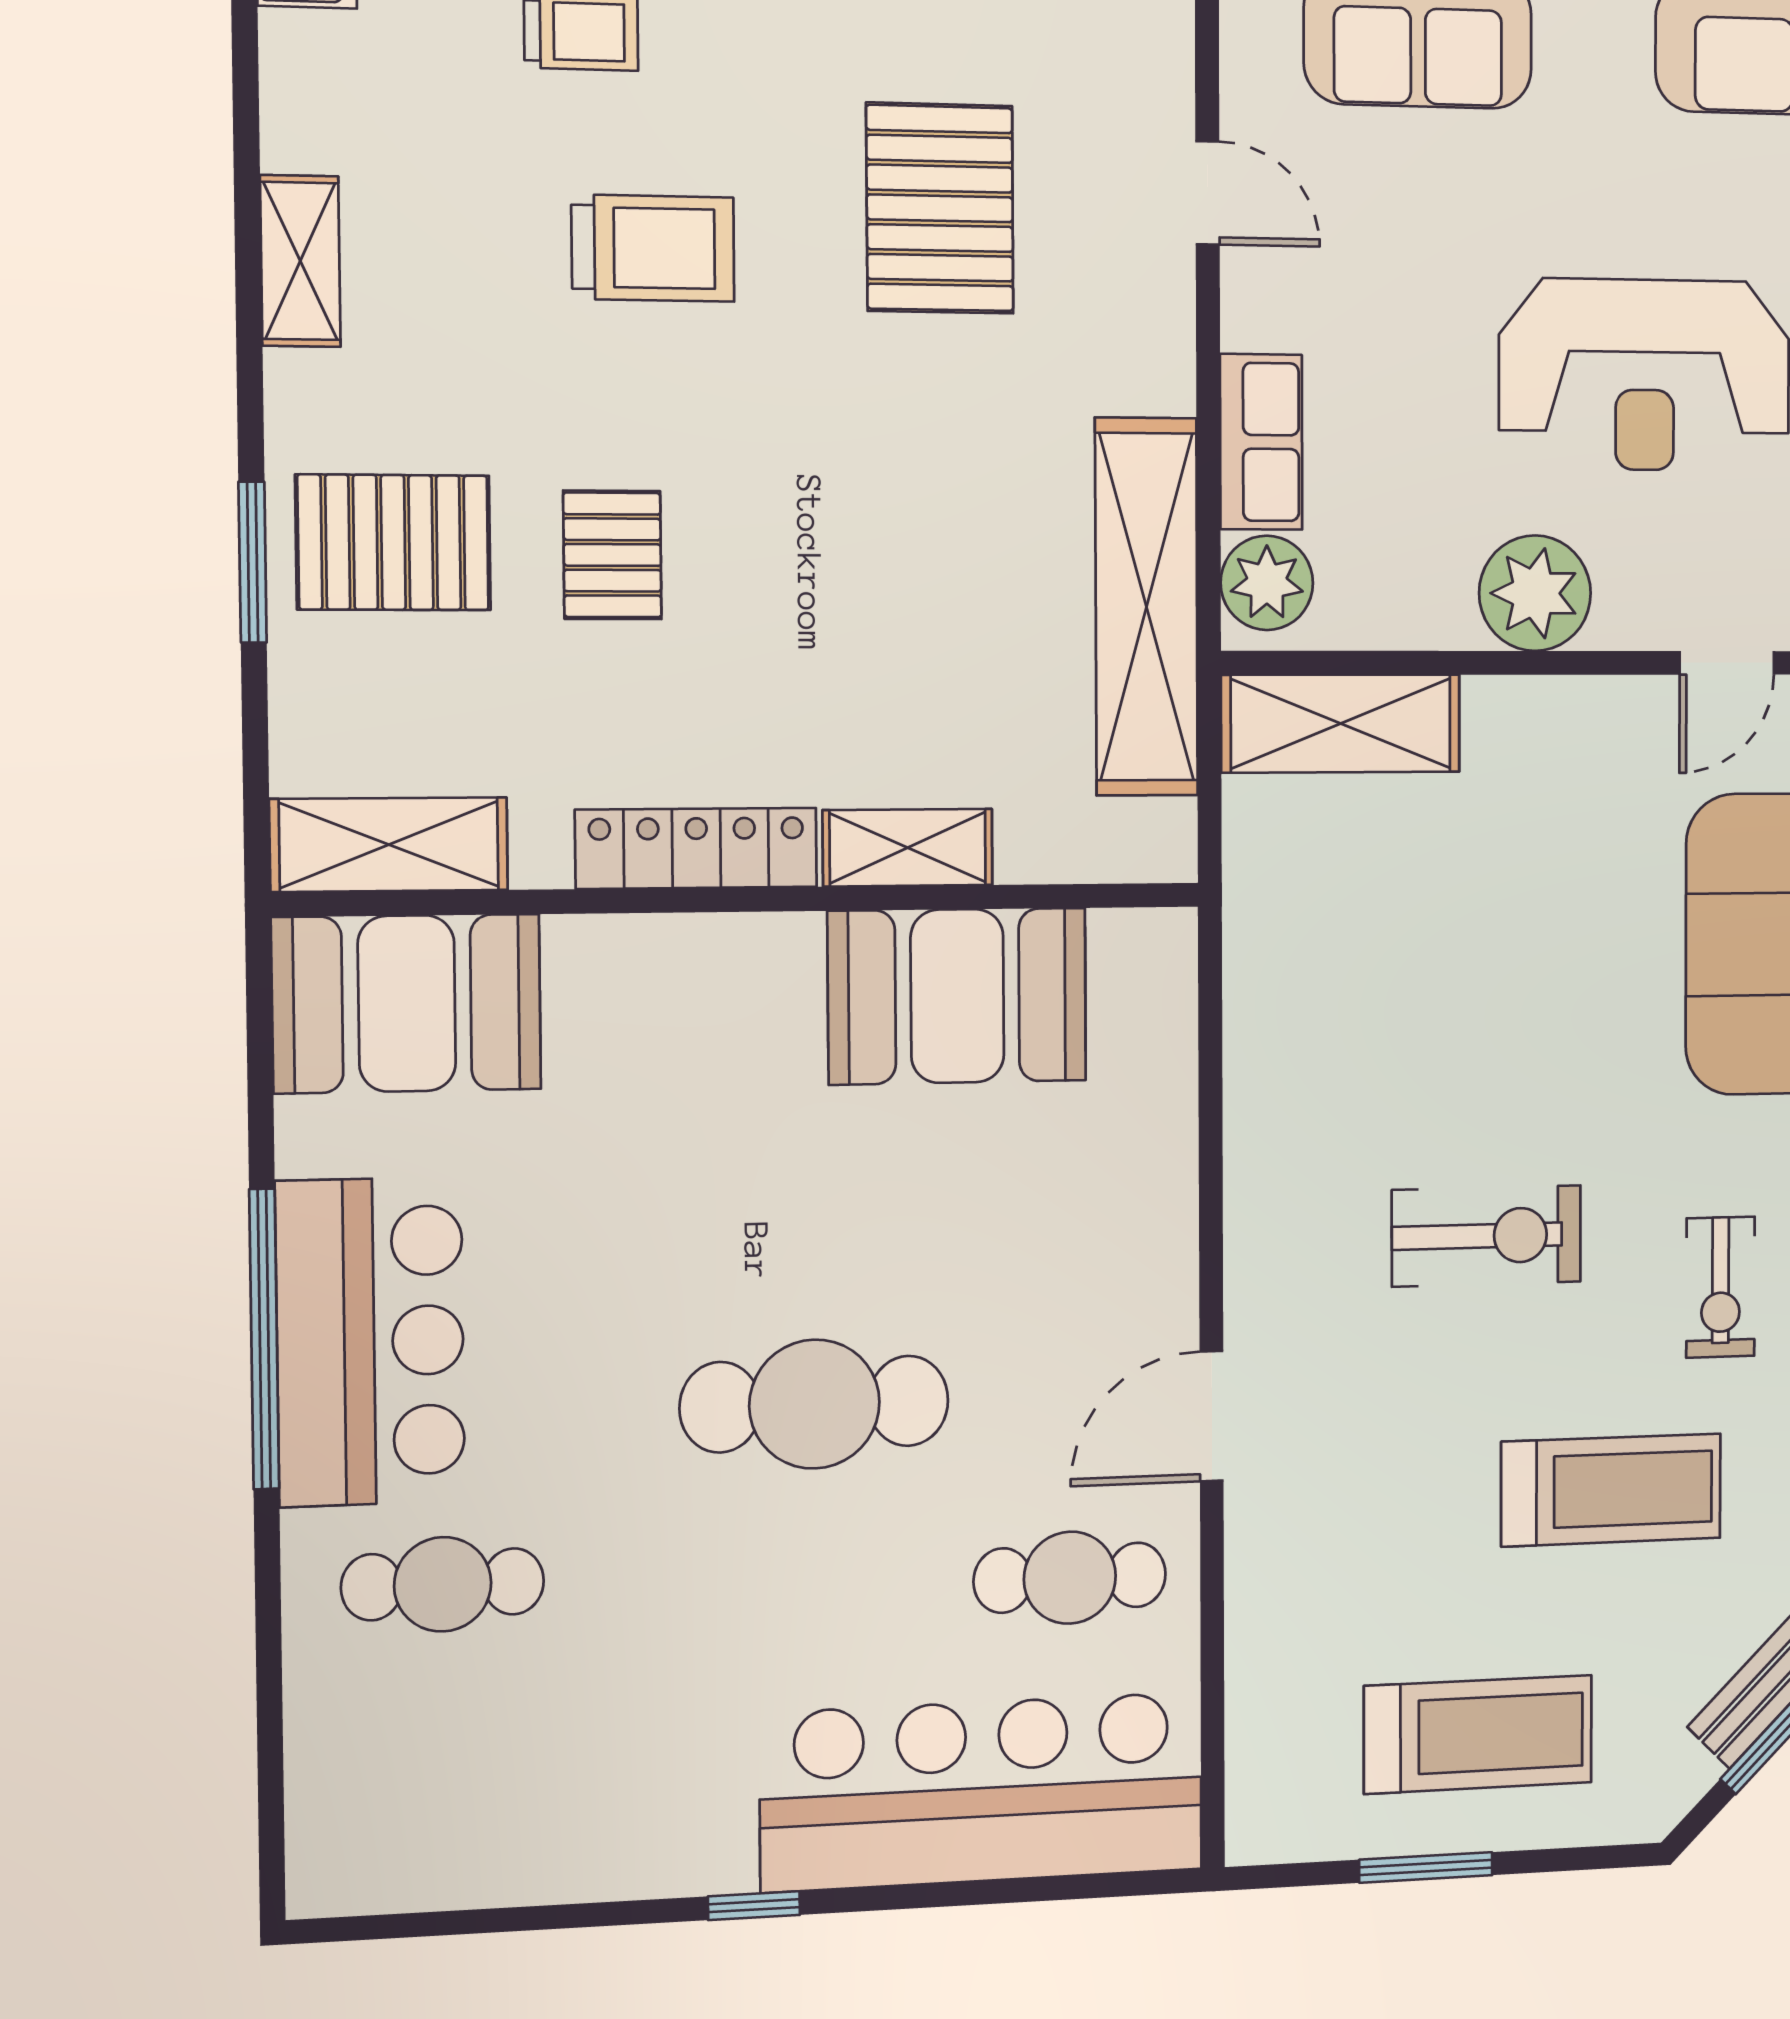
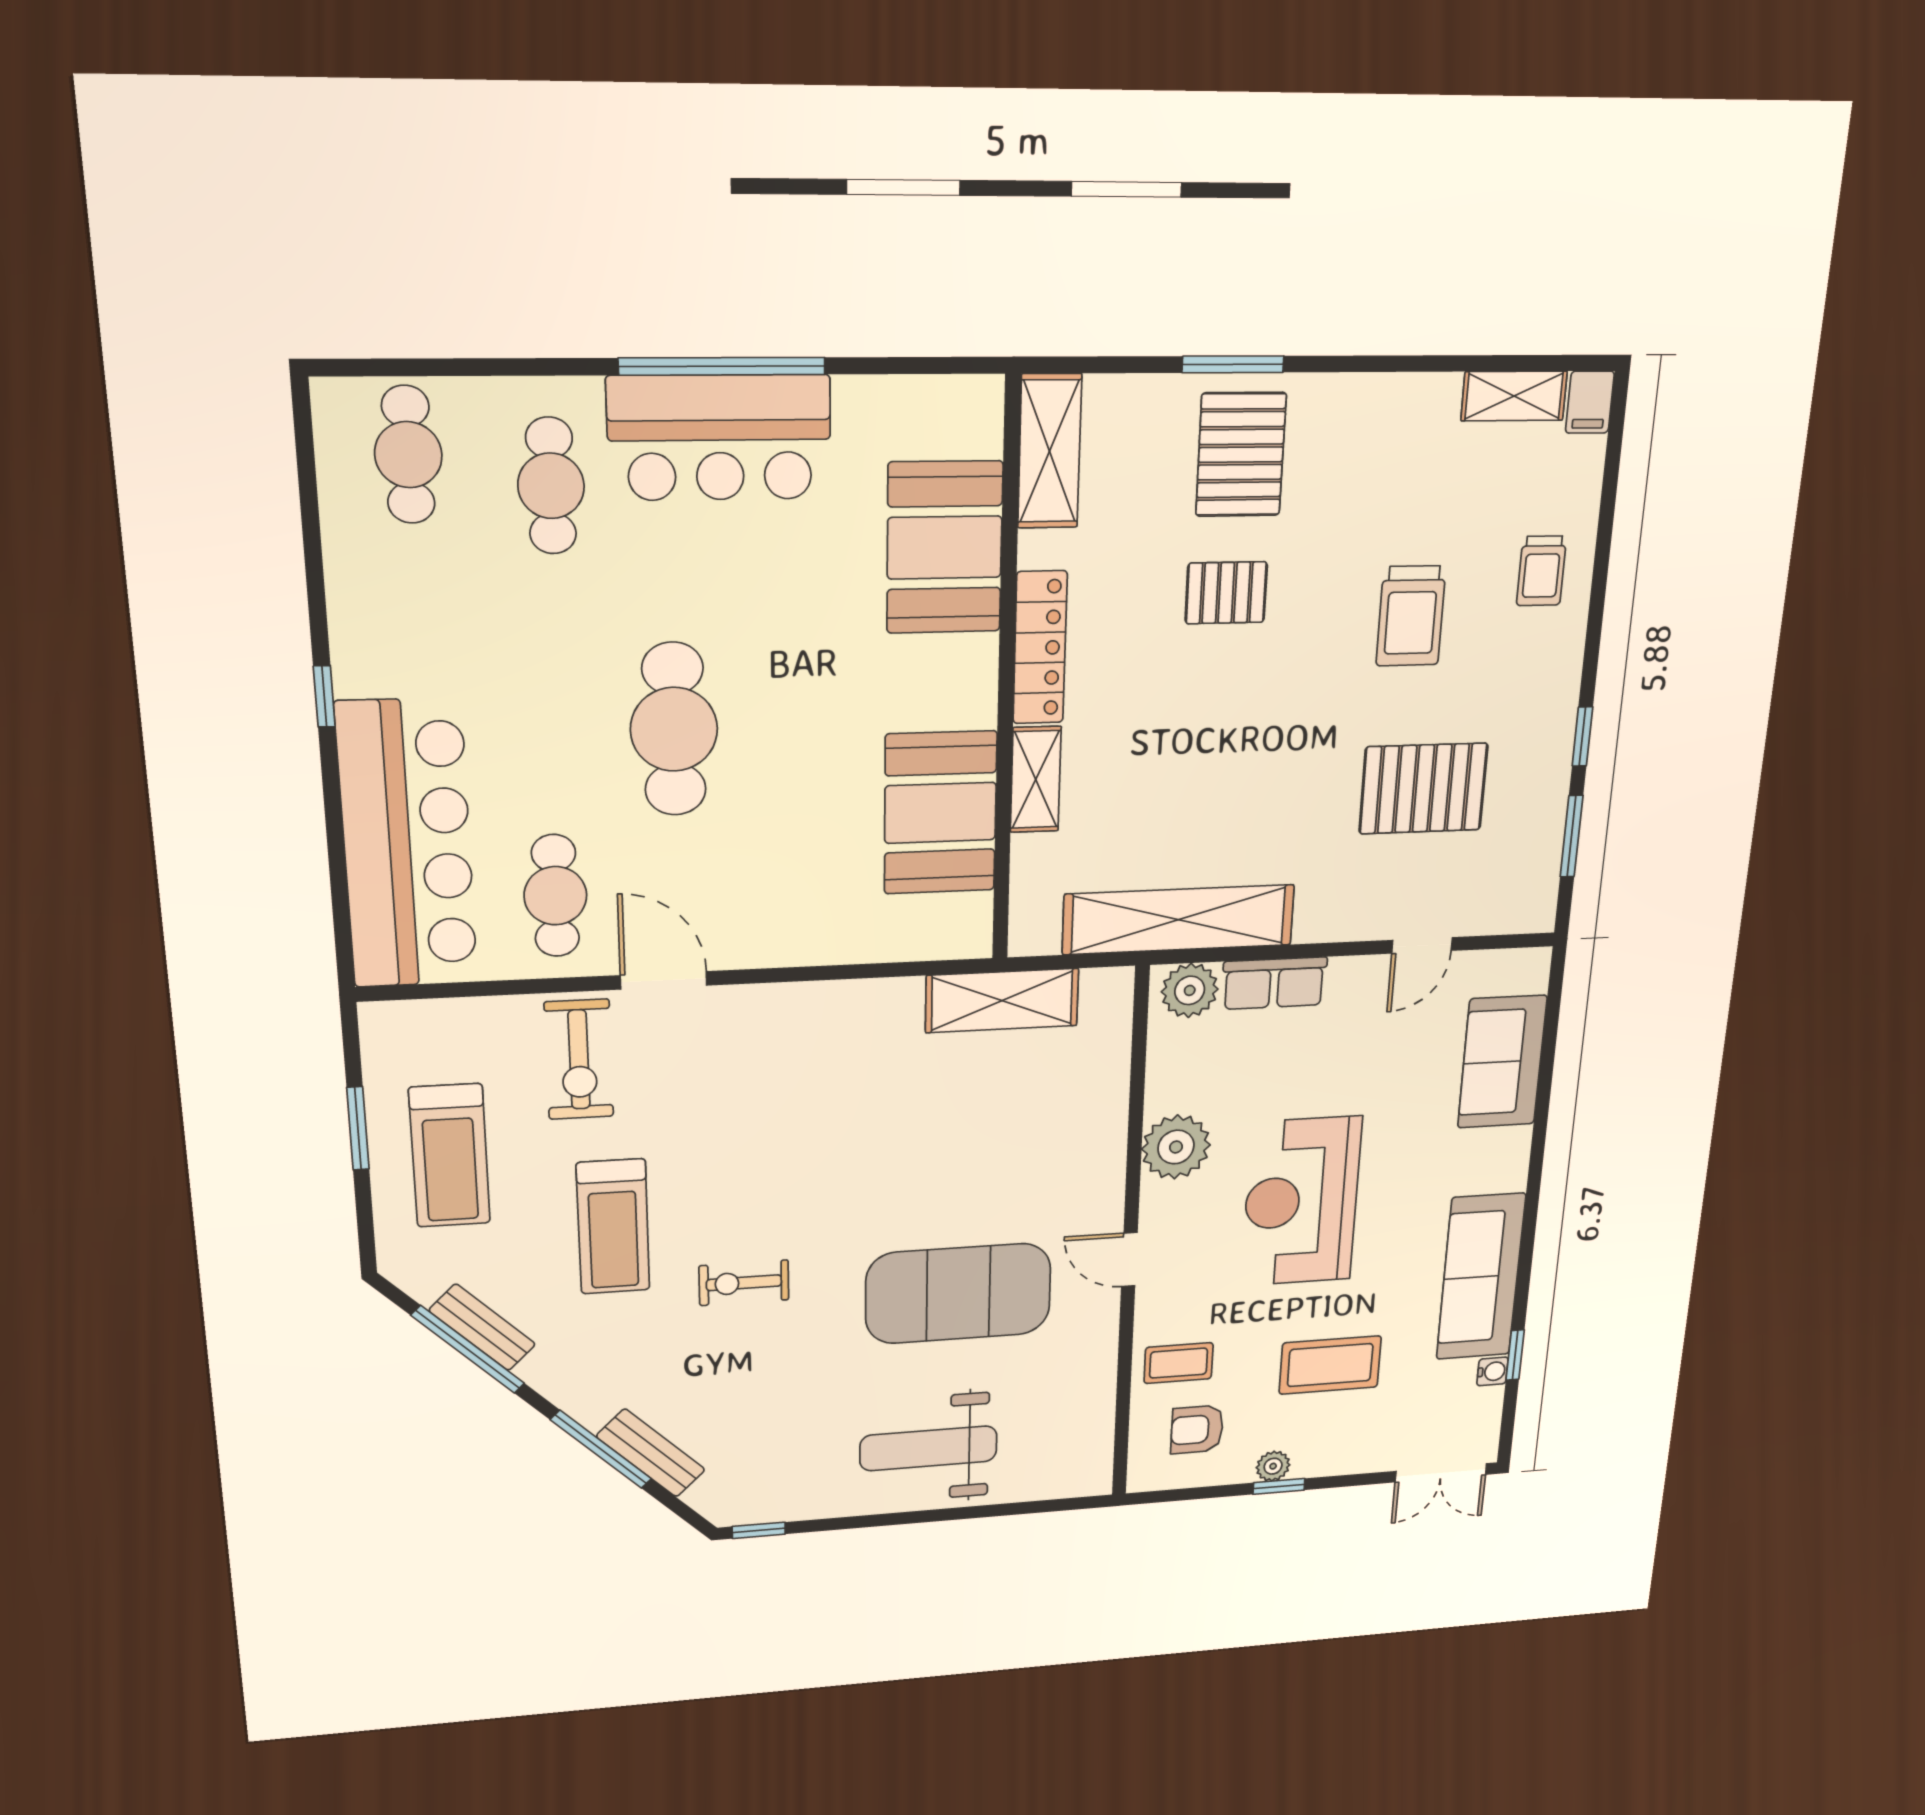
shelving: (300, 261) -> (1514, 396), moved
shelving: (1341, 723) -> (1002, 1001), moved, turned 90
booth: (407, 1004) -> (945, 548), moved
exercise bike: (1487, 1236) -> (579, 1059), moved
cafe table: (397, 1785) -> (408, 455), added

